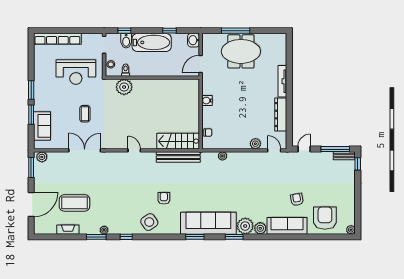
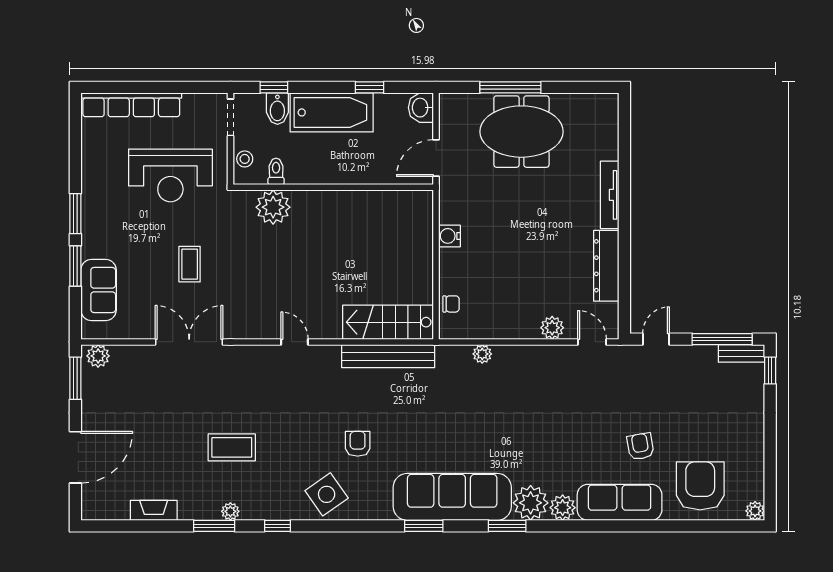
coffee table: (74, 203) -> (232, 447), moved, width x0.73, depth x0.76

